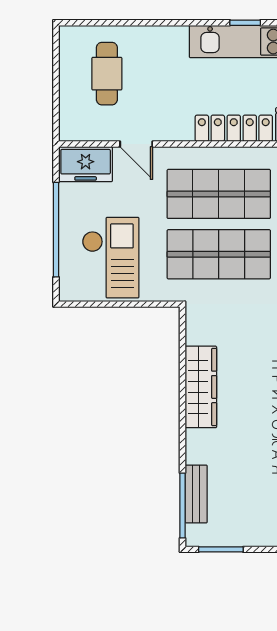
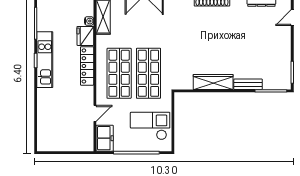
cafe table: (107, 74) -> (60, 128), removed
bench: (196, 494) -> (248, 84), moved

